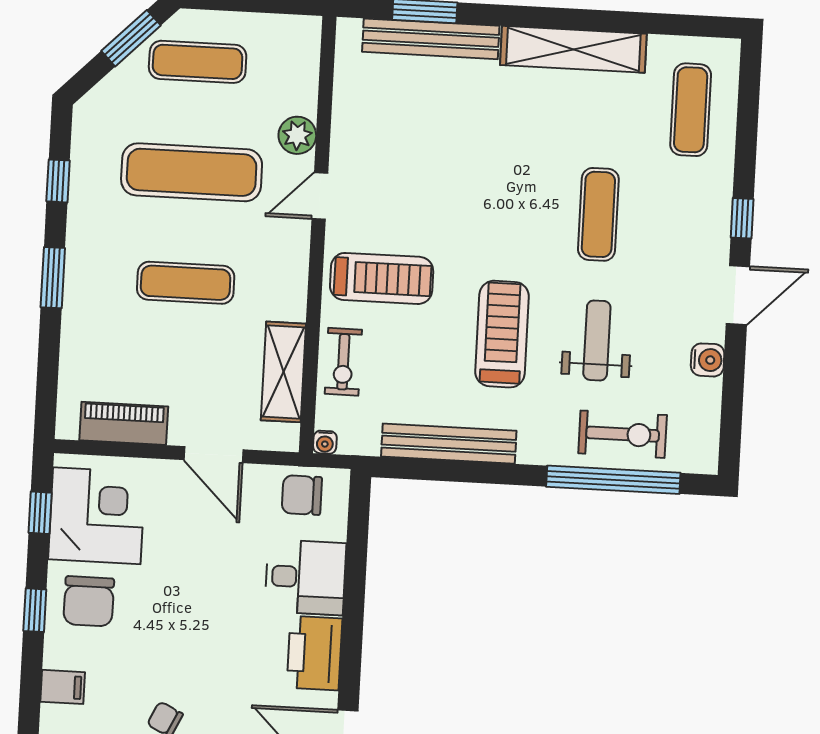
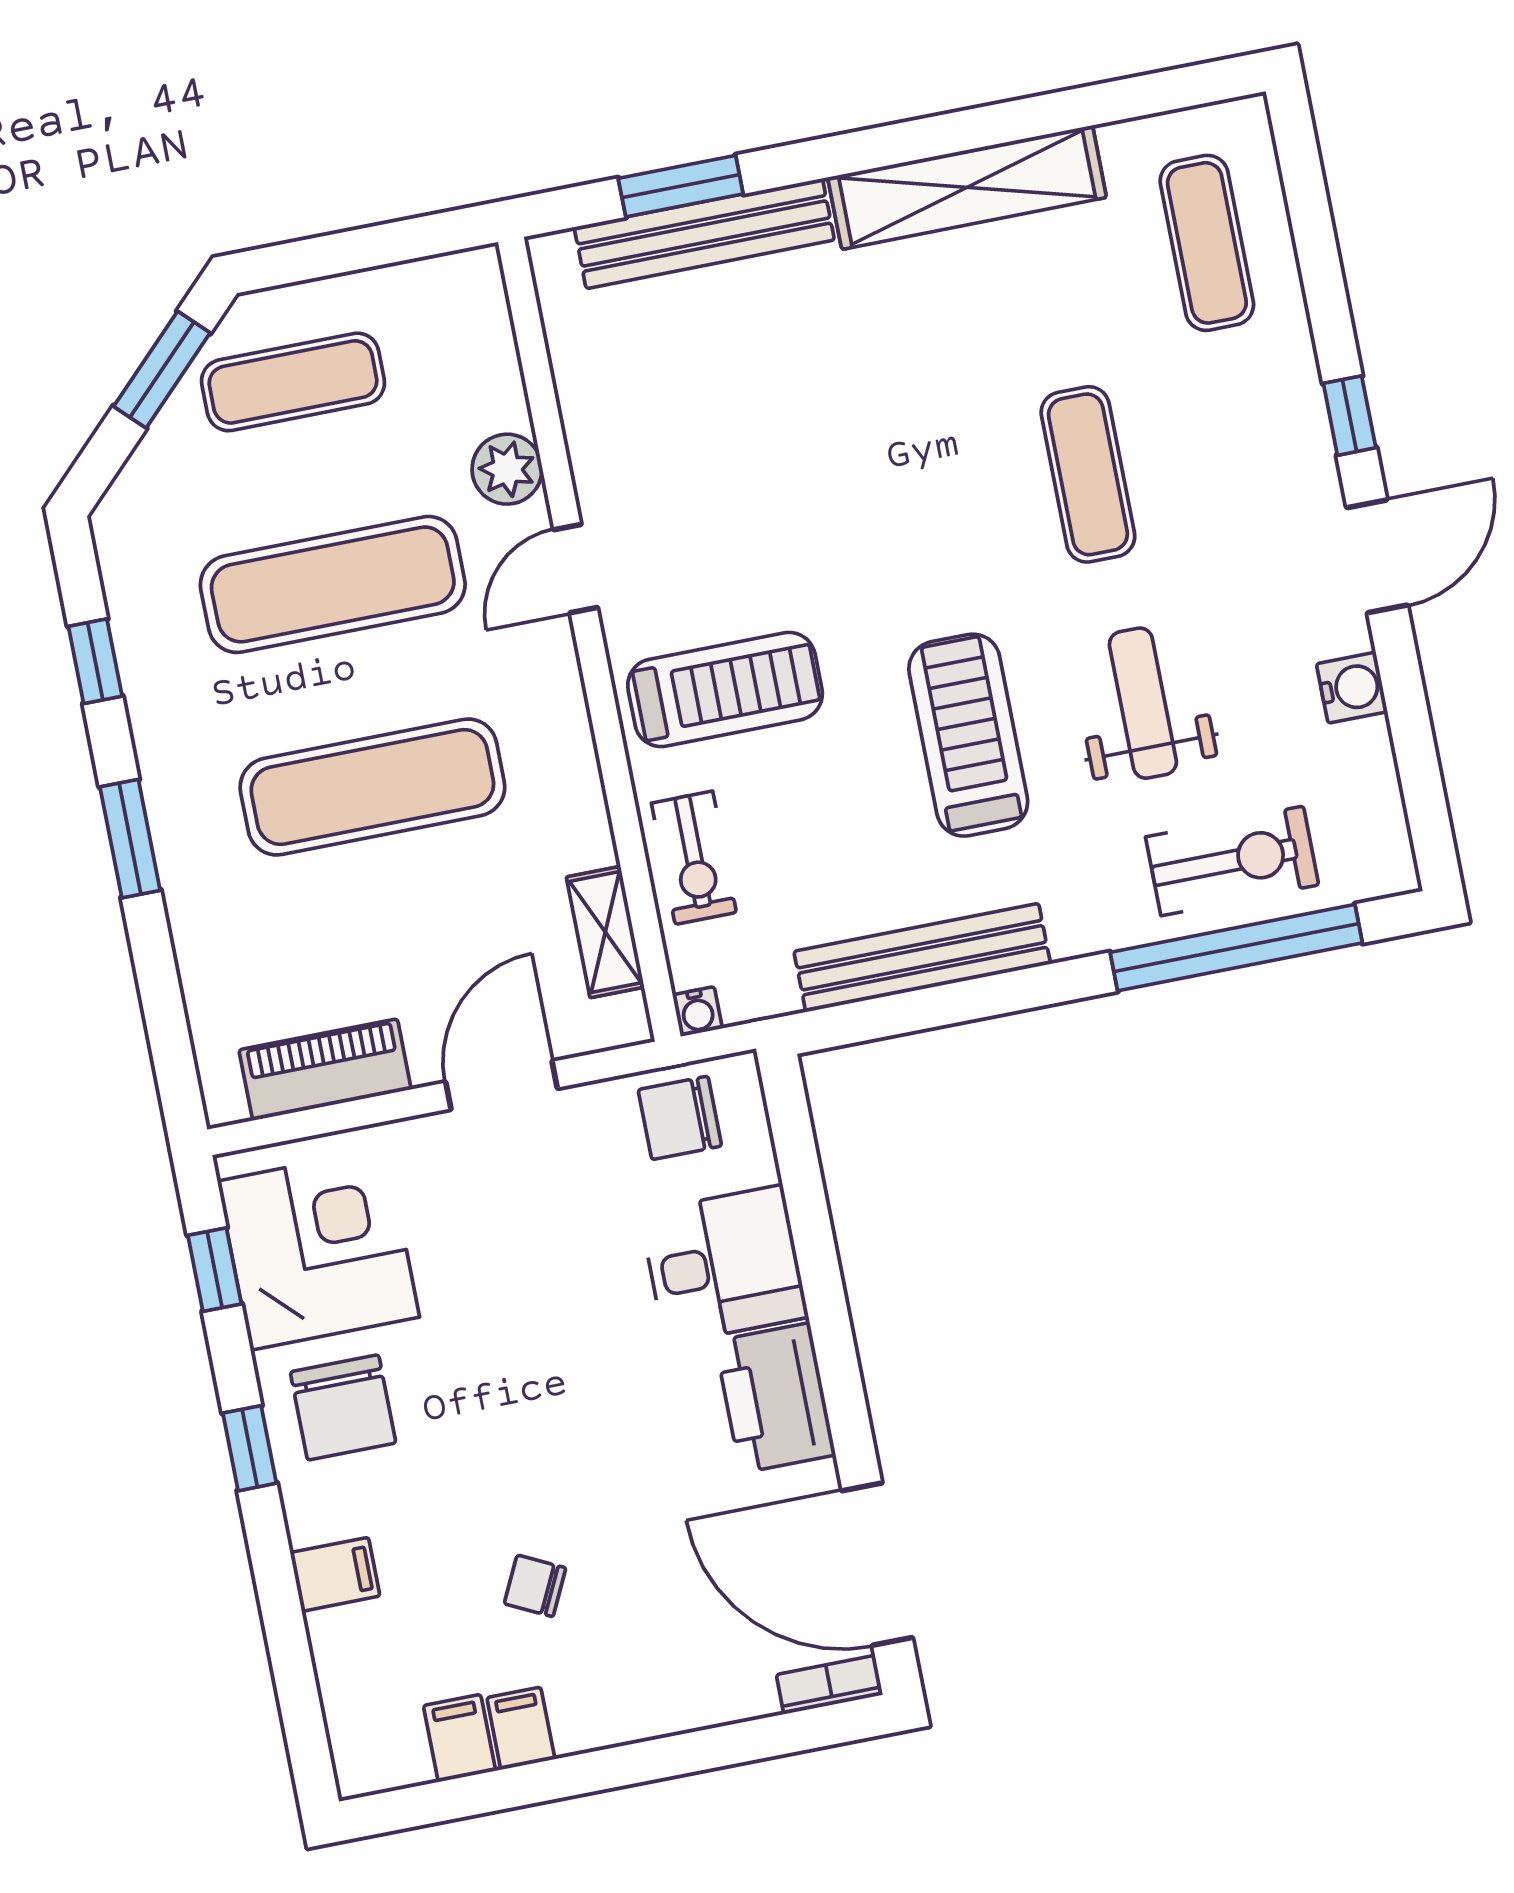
exercise mat: (186, 283) -> (372, 787), width x1.36, depth x1.45
shelving: (283, 372) -> (605, 932), width x0.67, depth x0.75
door: (213, 455) -> (502, 1085), swing flipped

